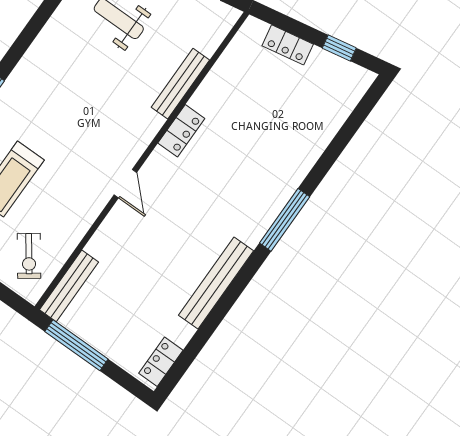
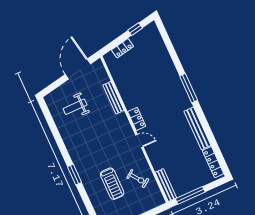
locker: (181, 131) -> (137, 119), moved
exercise bike: (29, 256) -> (138, 179), moved
locker: (161, 362) -> (213, 162), width x1.53

